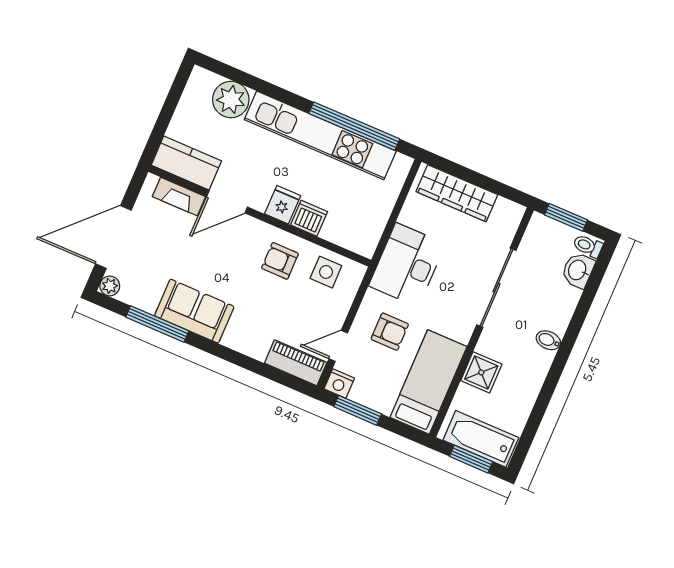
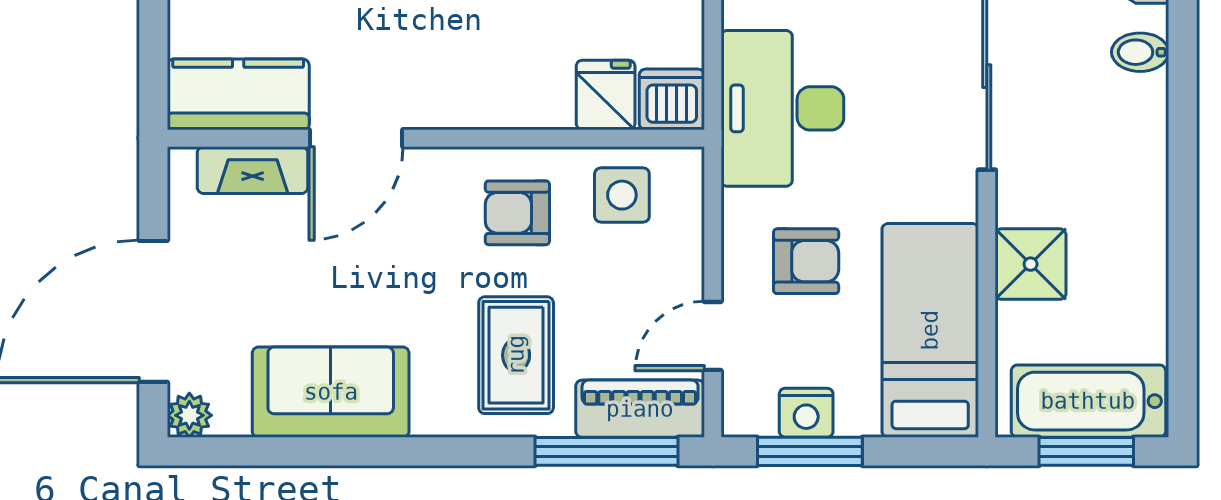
fridge: (283, 205) -> (606, 95), moved
dishwasher: (309, 218) -> (672, 99), moved
sofa: (194, 311) -> (331, 392), moved
rug: (254, 319) -> (516, 355), added
window: (157, 324) -> (606, 451), moved
bidet: (548, 340) -> (1140, 52), moved
nightstand: (339, 383) -> (806, 413), moved

